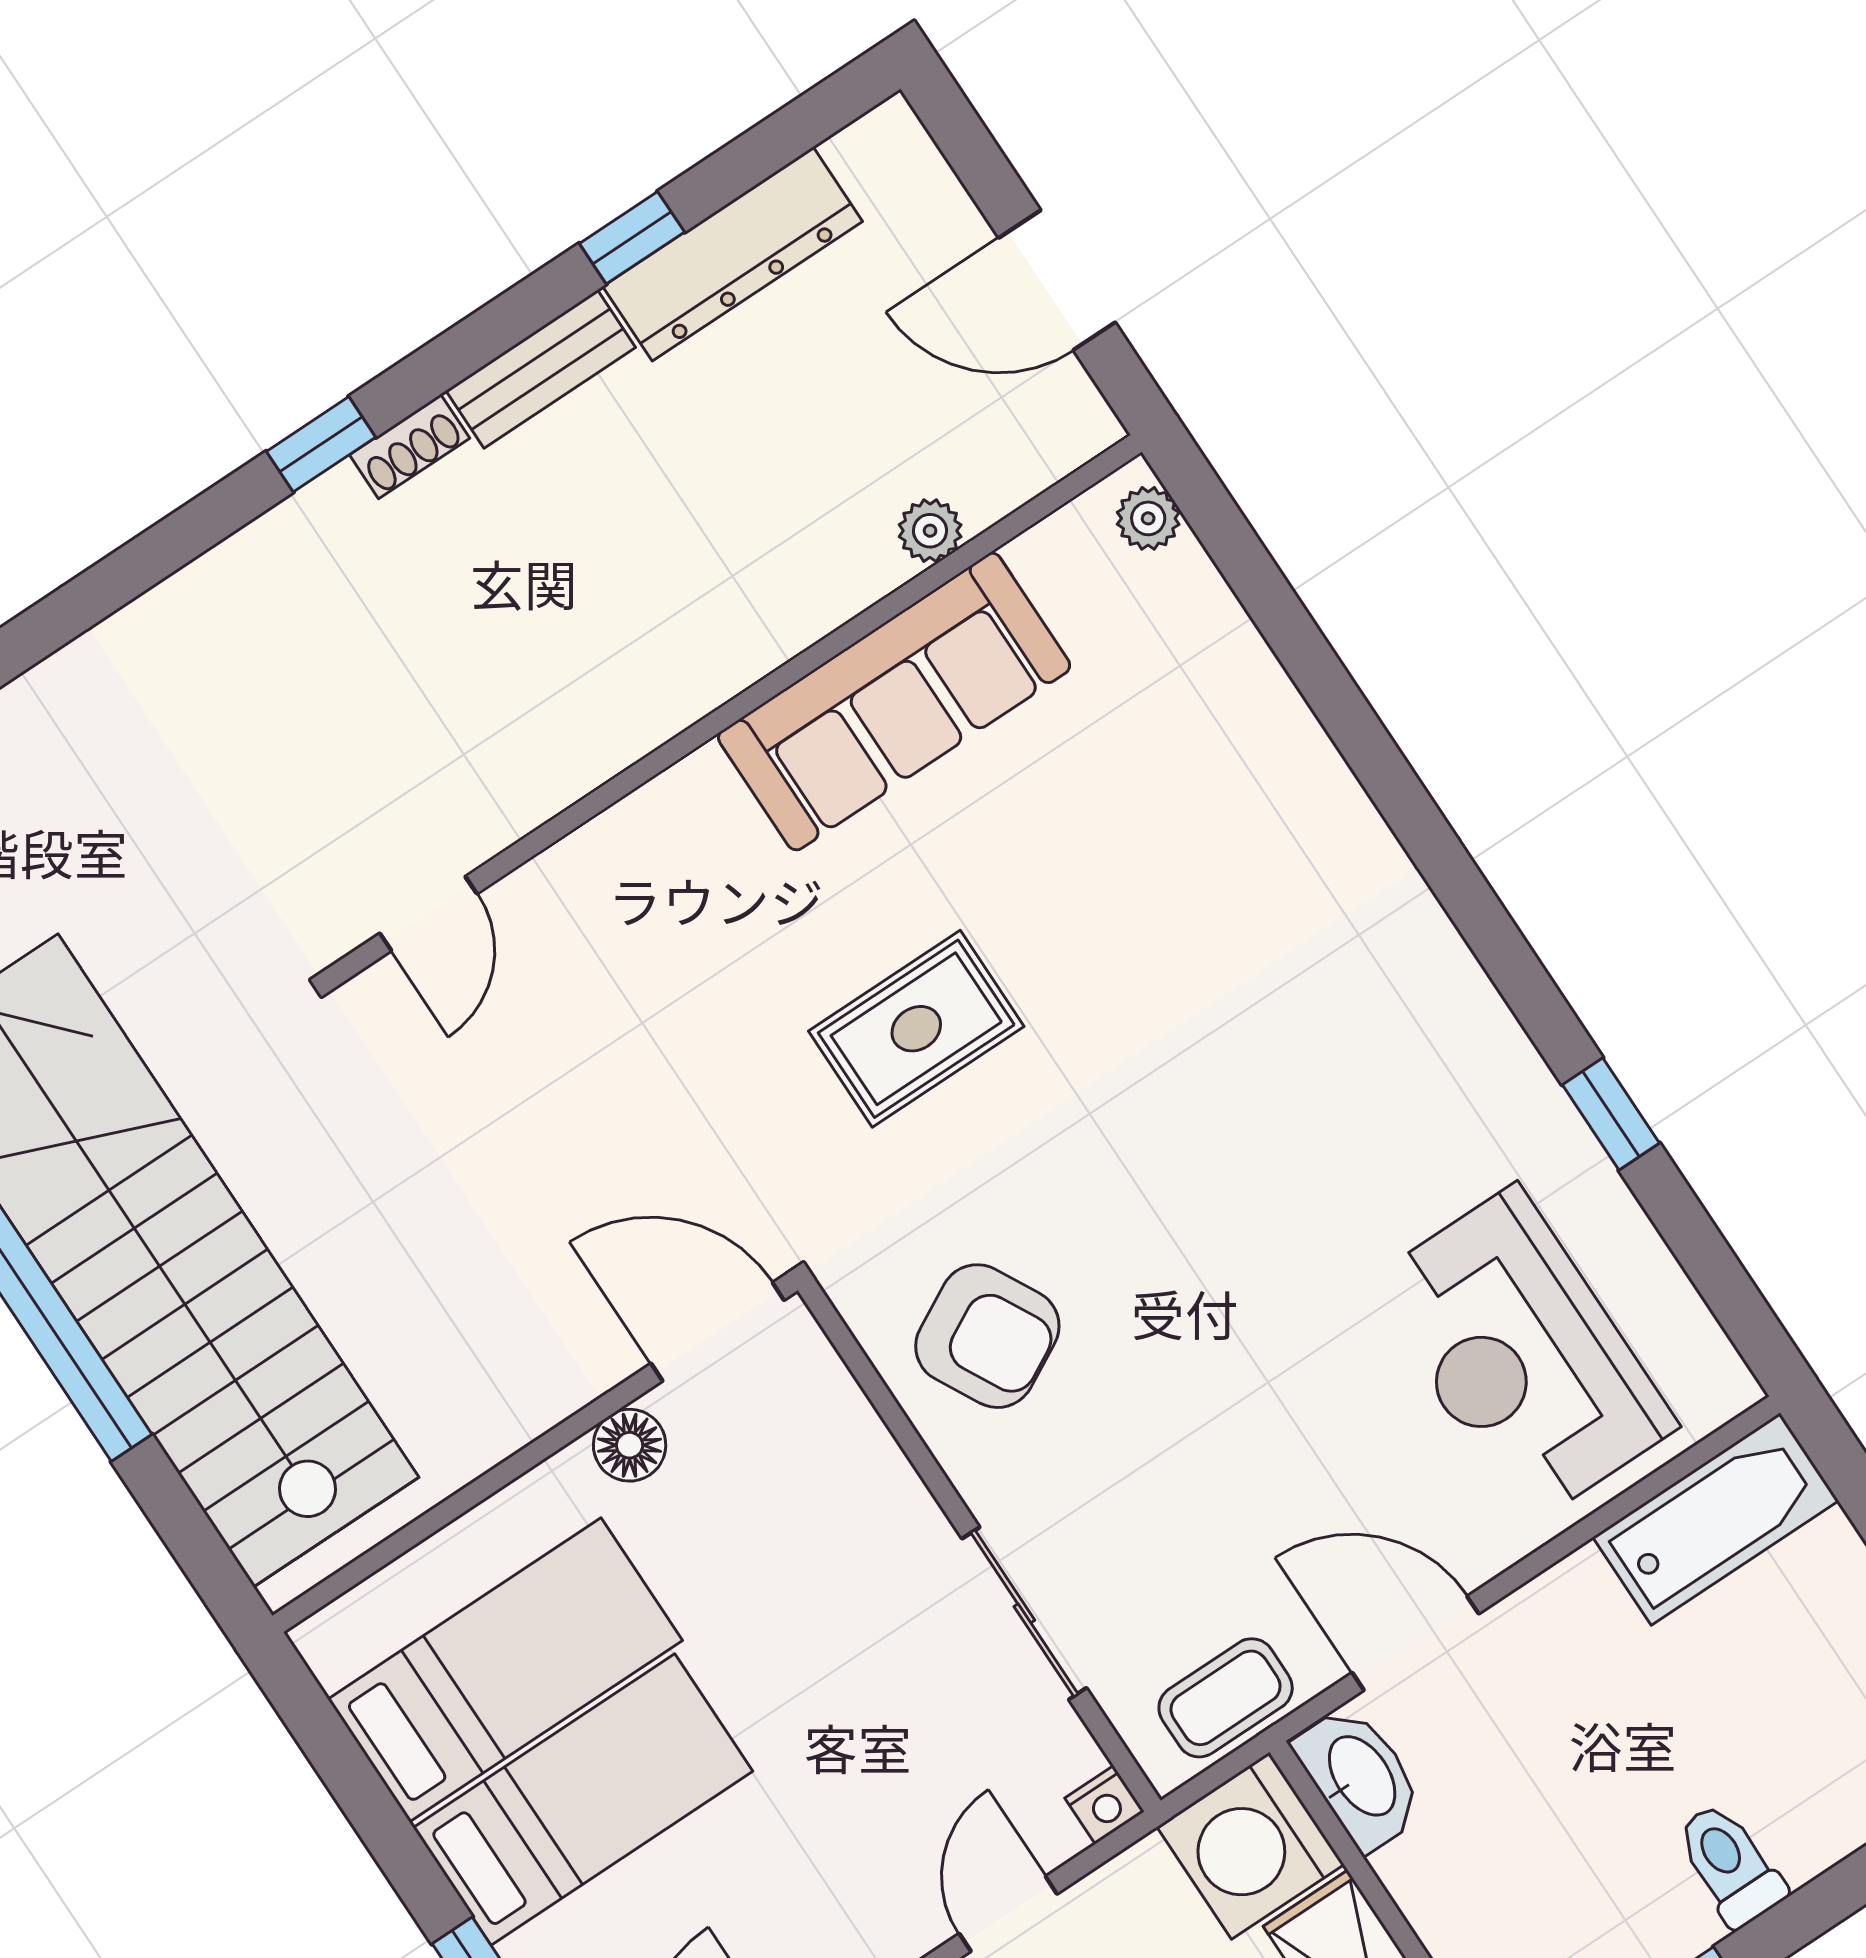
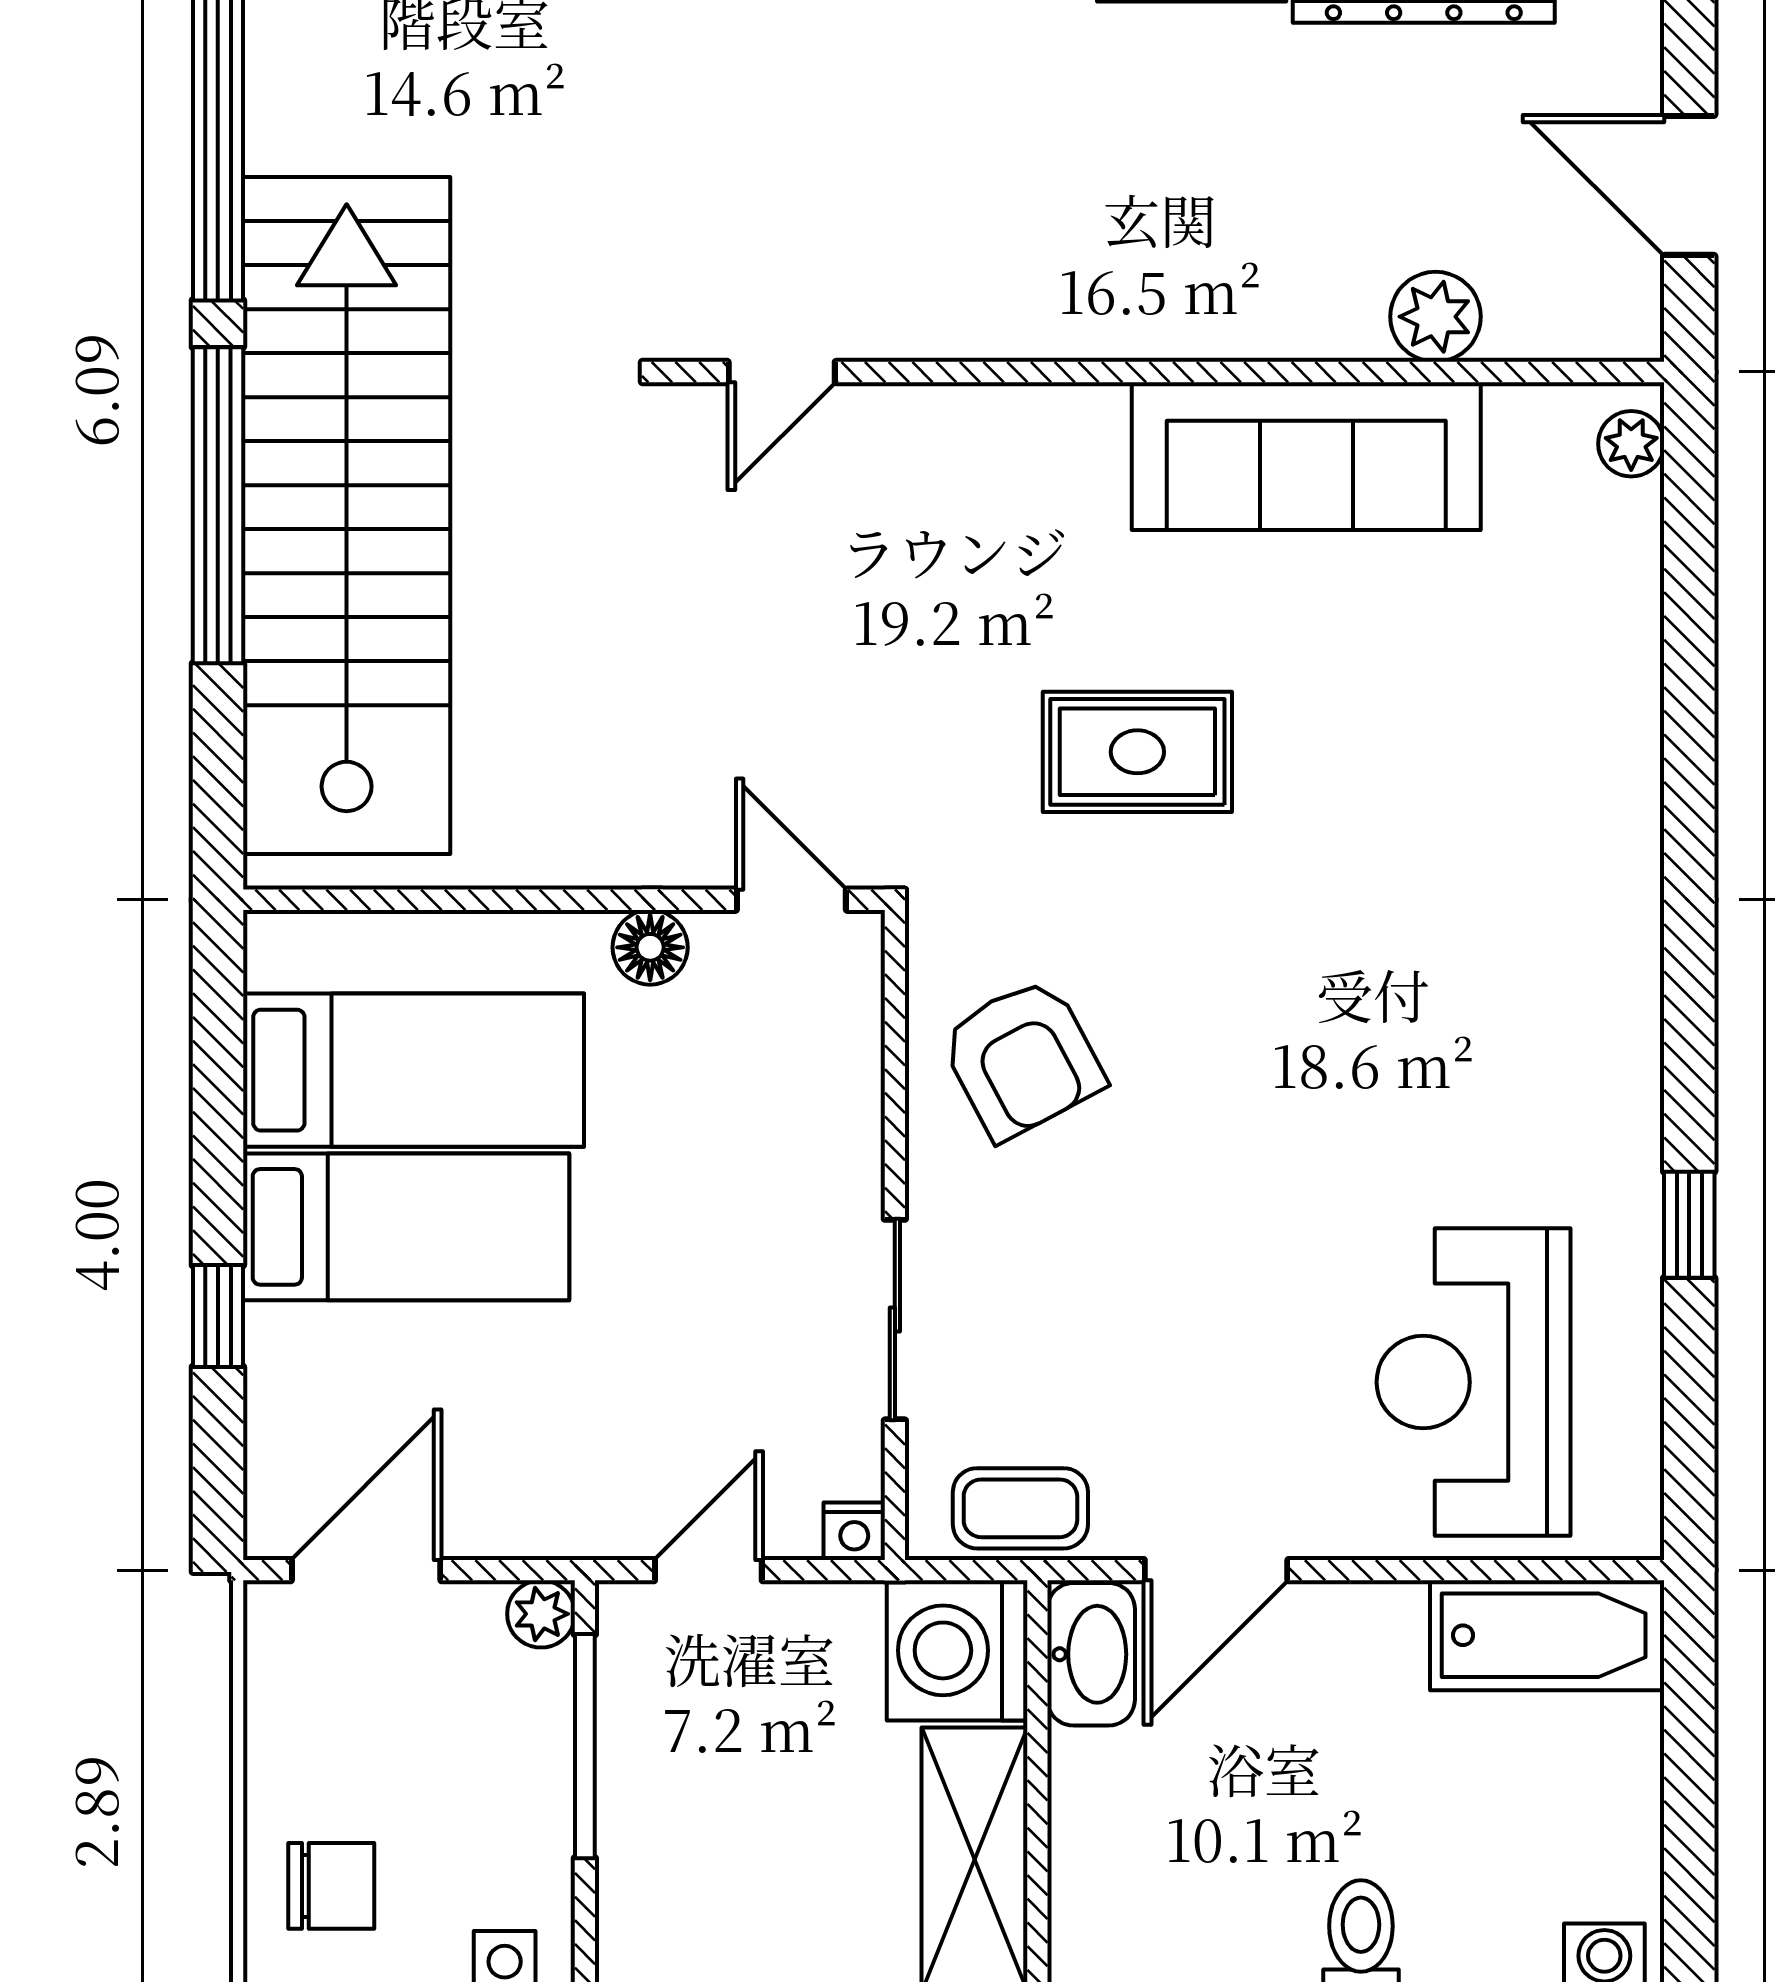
plant: (930, 531) -> (1436, 317), width x1.38, depth x1.38
door: (718, 1332) -> (791, 900), width x0.73
door: (1415, 1643) -> (1216, 1570), swing flipped

